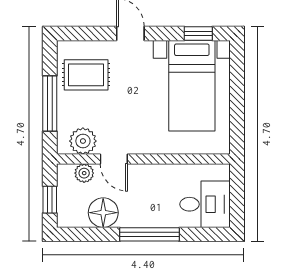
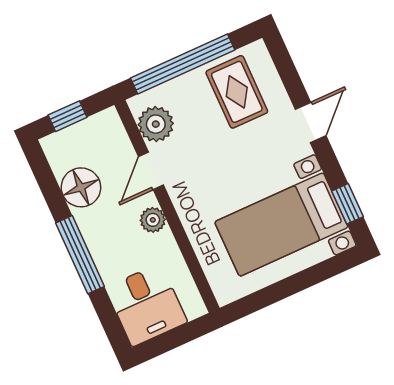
window: (50, 104) -> (183, 64), width x1.46
plant: (84, 173) -> (153, 220), moved

